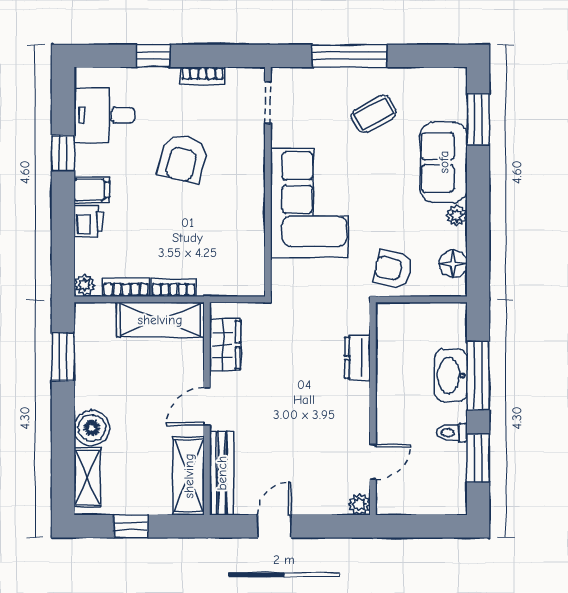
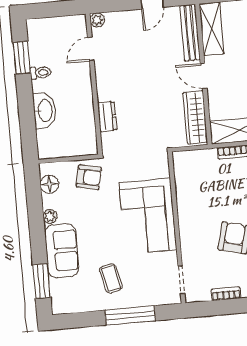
coffee table: (374, 114) -> (111, 278), turned -74
wardrobe: (225, 345) -> (195, 117), width x1.50
window: (478, 376) -> (26, 112), removed
door: (207, 406) -> (204, 76), swing flipped

